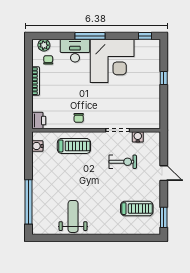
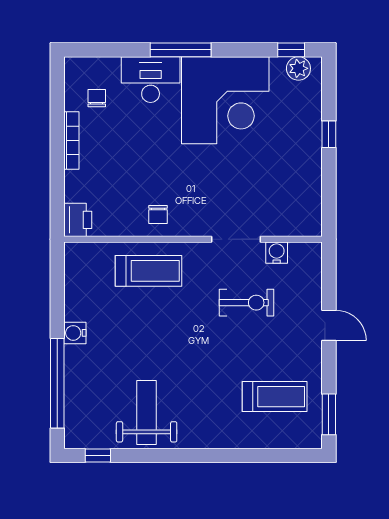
plant: (44, 45) -> (298, 68), moved
water cooler: (37, 146) -> (75, 333), moved
window: (49, 238) -> (98, 455), added

